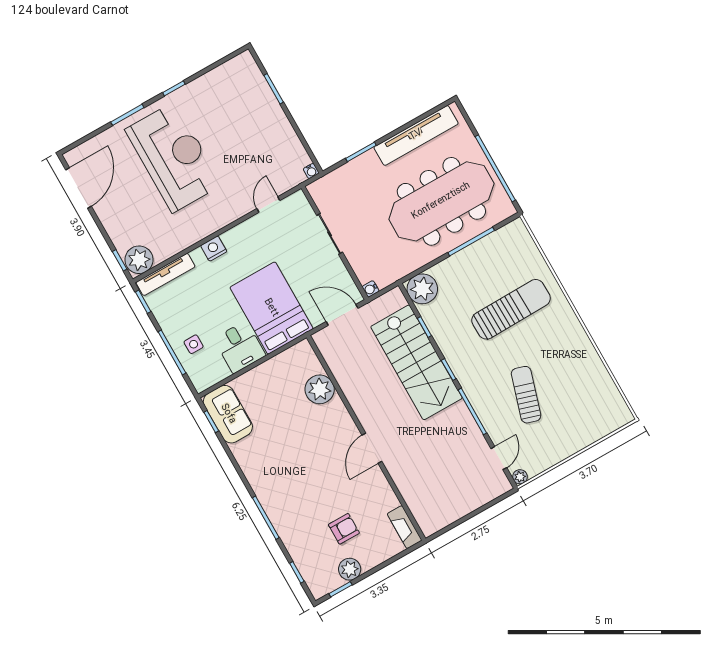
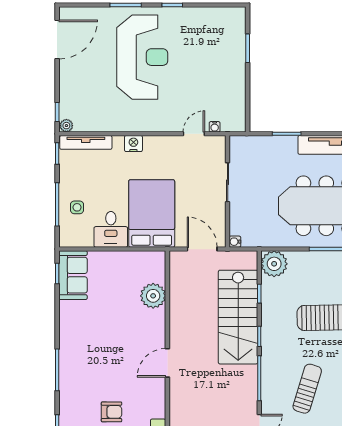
water cooler: (311, 171) -> (215, 127), moved
plant: (139, 260) -> (66, 126), width x0.53, depth x0.53

